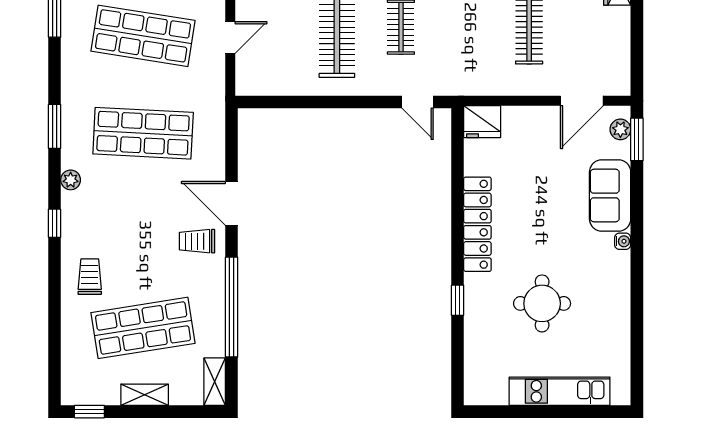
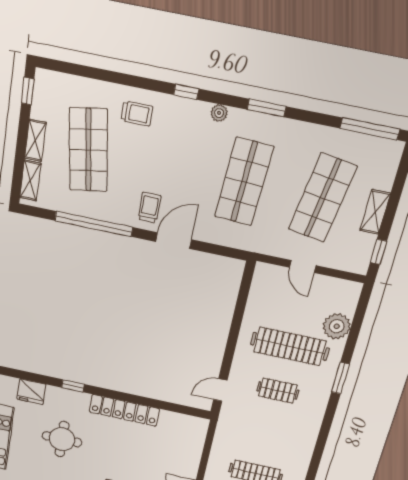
fridge: (482, 122) -> (31, 392), moved, turned -90
shelving: (215, 382) -> (30, 181), moved, turned 90

